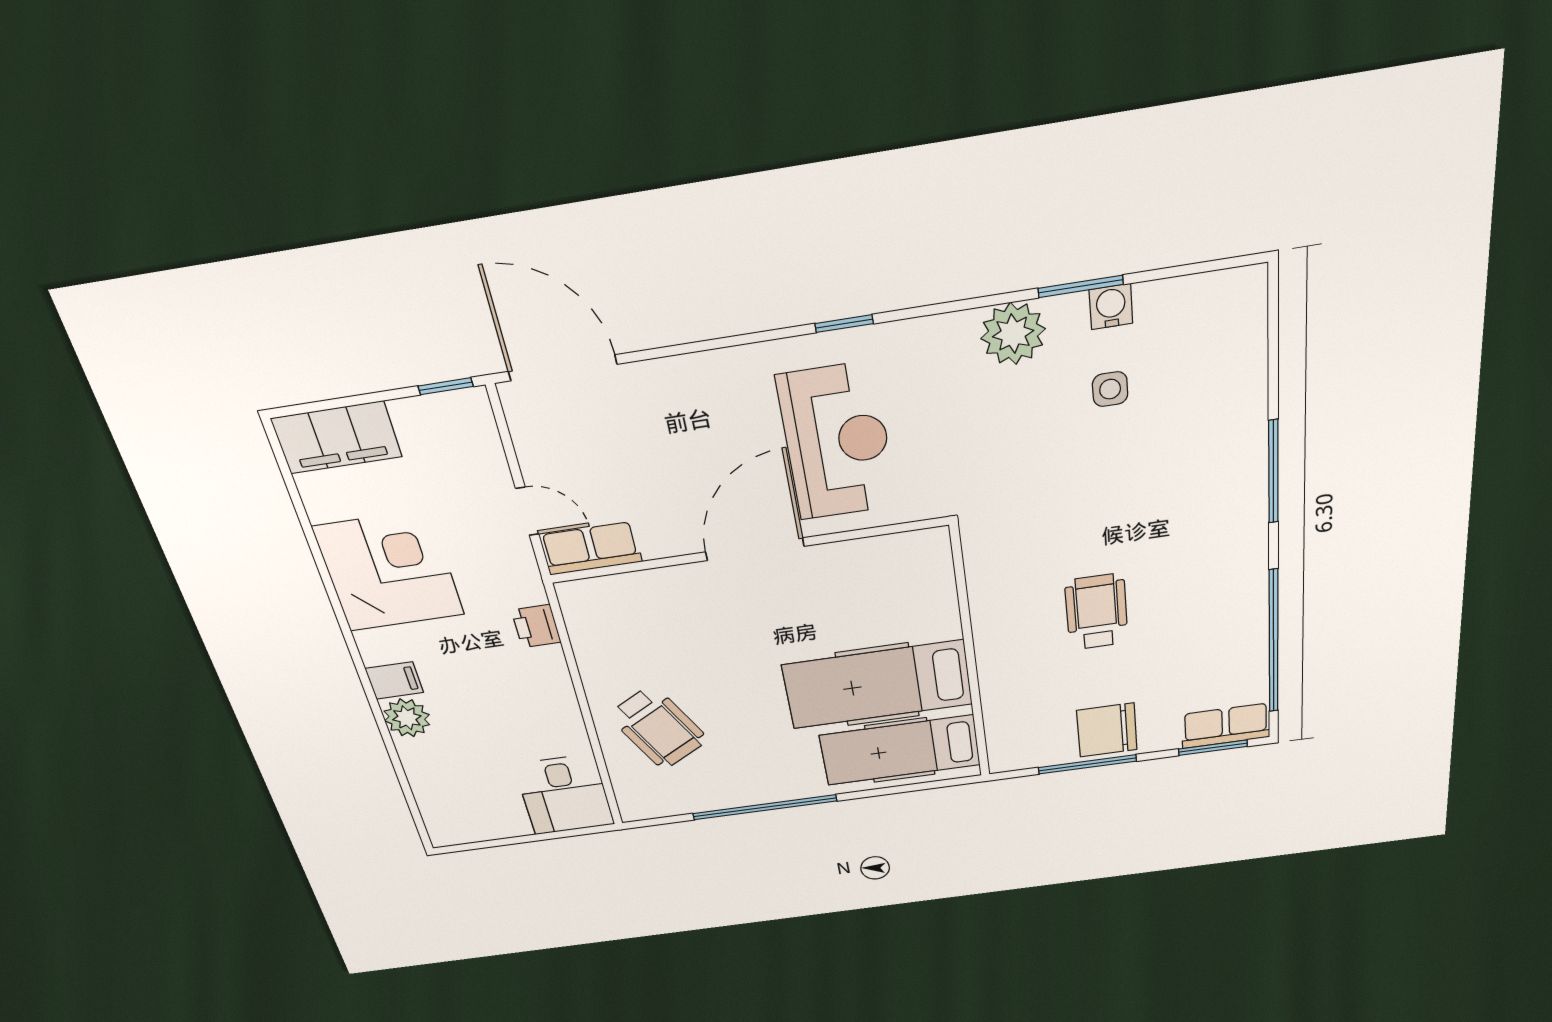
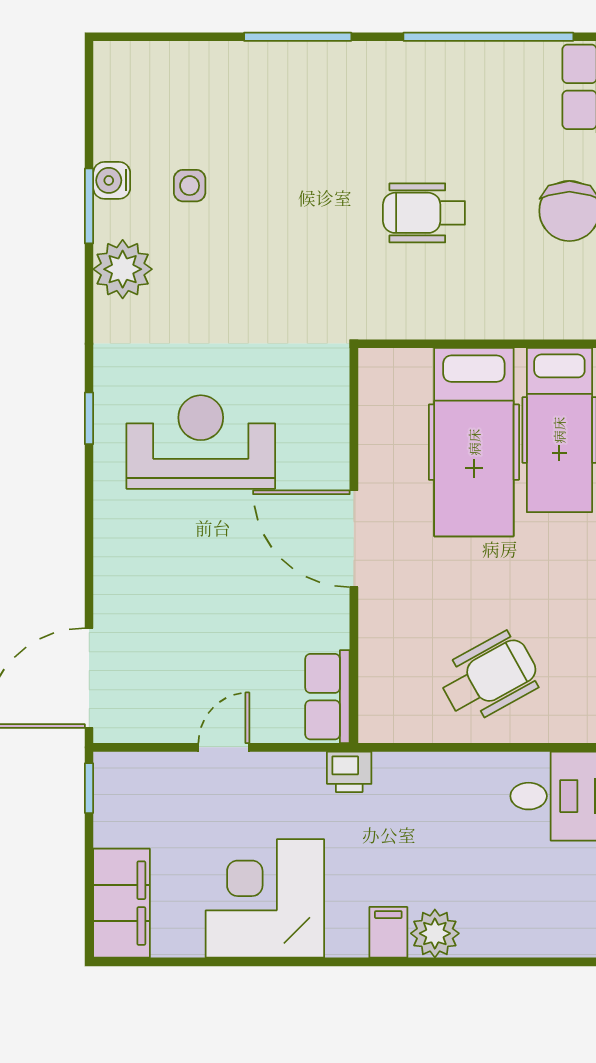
row of seats: (591, 549) -> (327, 697), moved
door: (755, 549) -> (354, 539), moved
wall: (748, 550) -> (354, 546), moved

